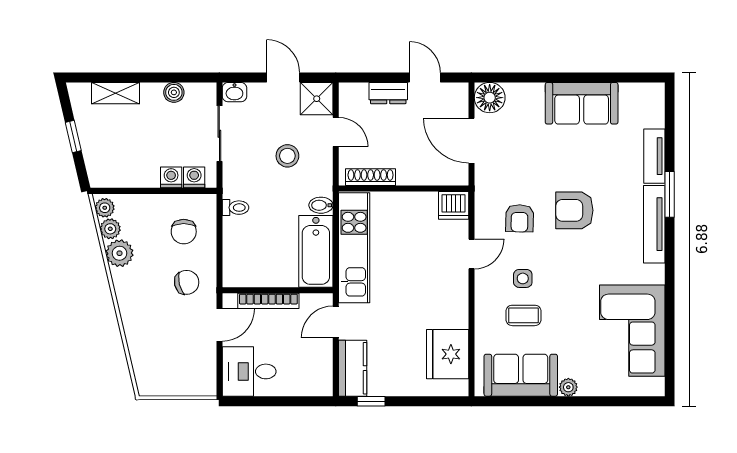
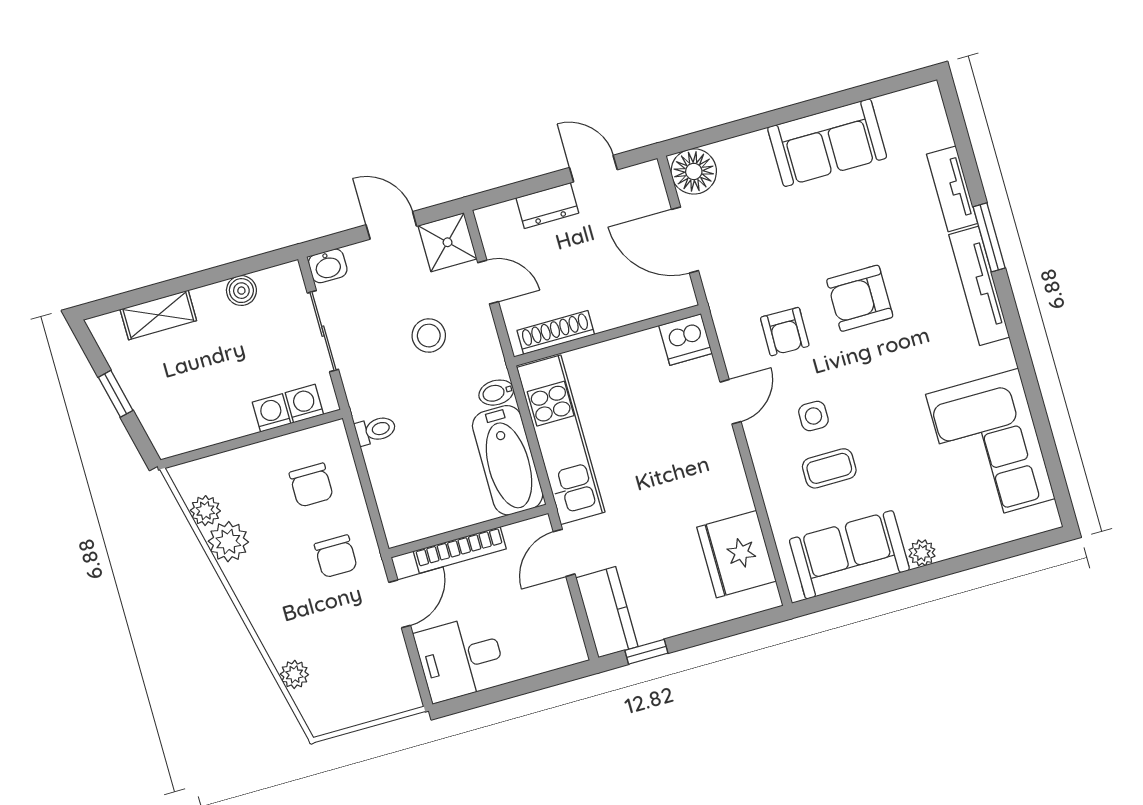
plant: (105, 208) -> (294, 674), moved
chair: (187, 282) -> (336, 556), turned 104

